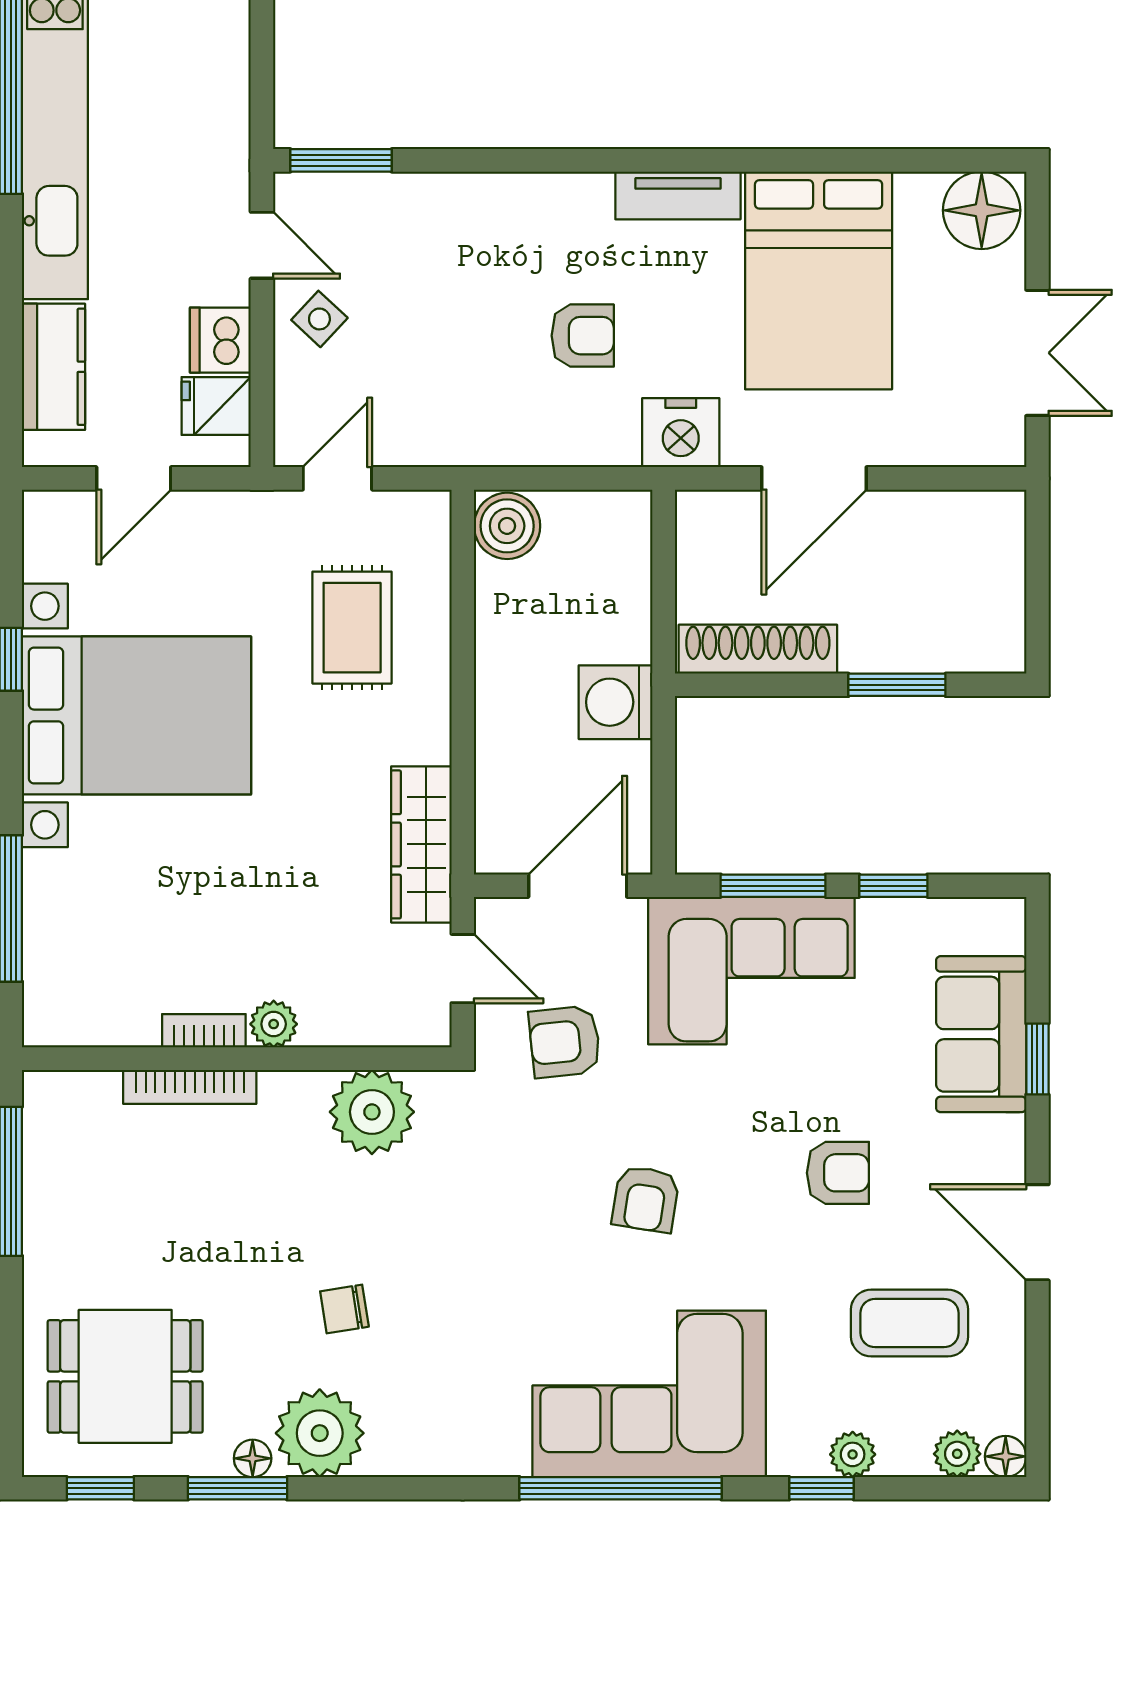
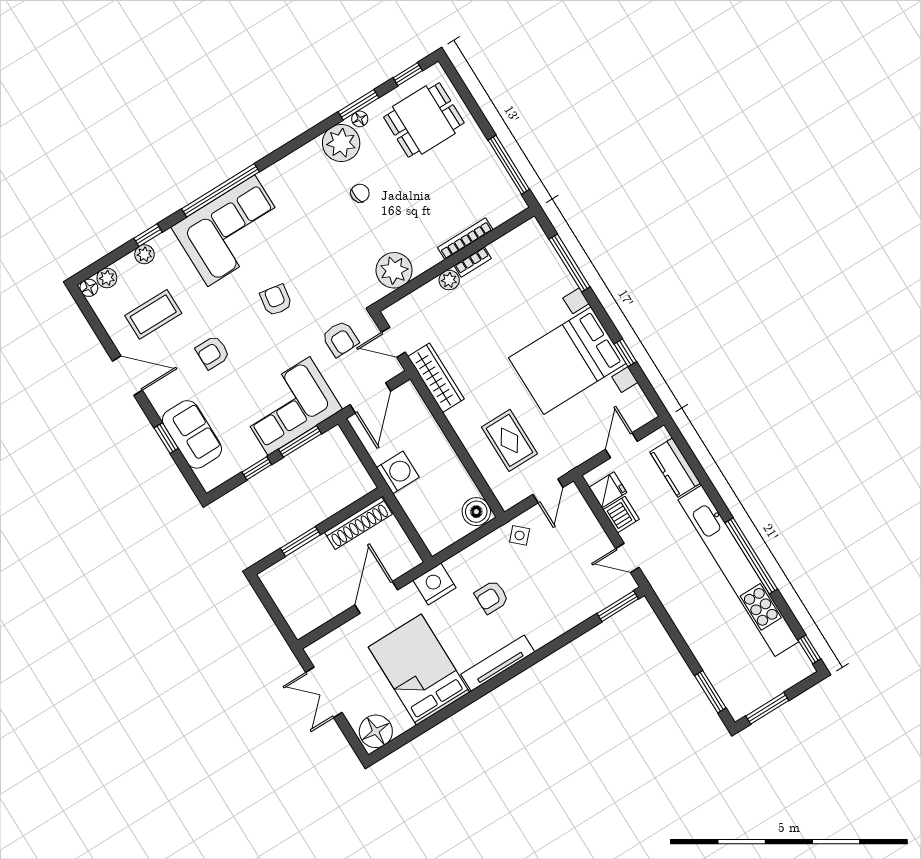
tv unit: (678, 195) -> (498, 663), width x1.41
side table: (319, 319) -> (520, 535), moved
armchair: (565, 1042) -> (340, 339), turned 95

